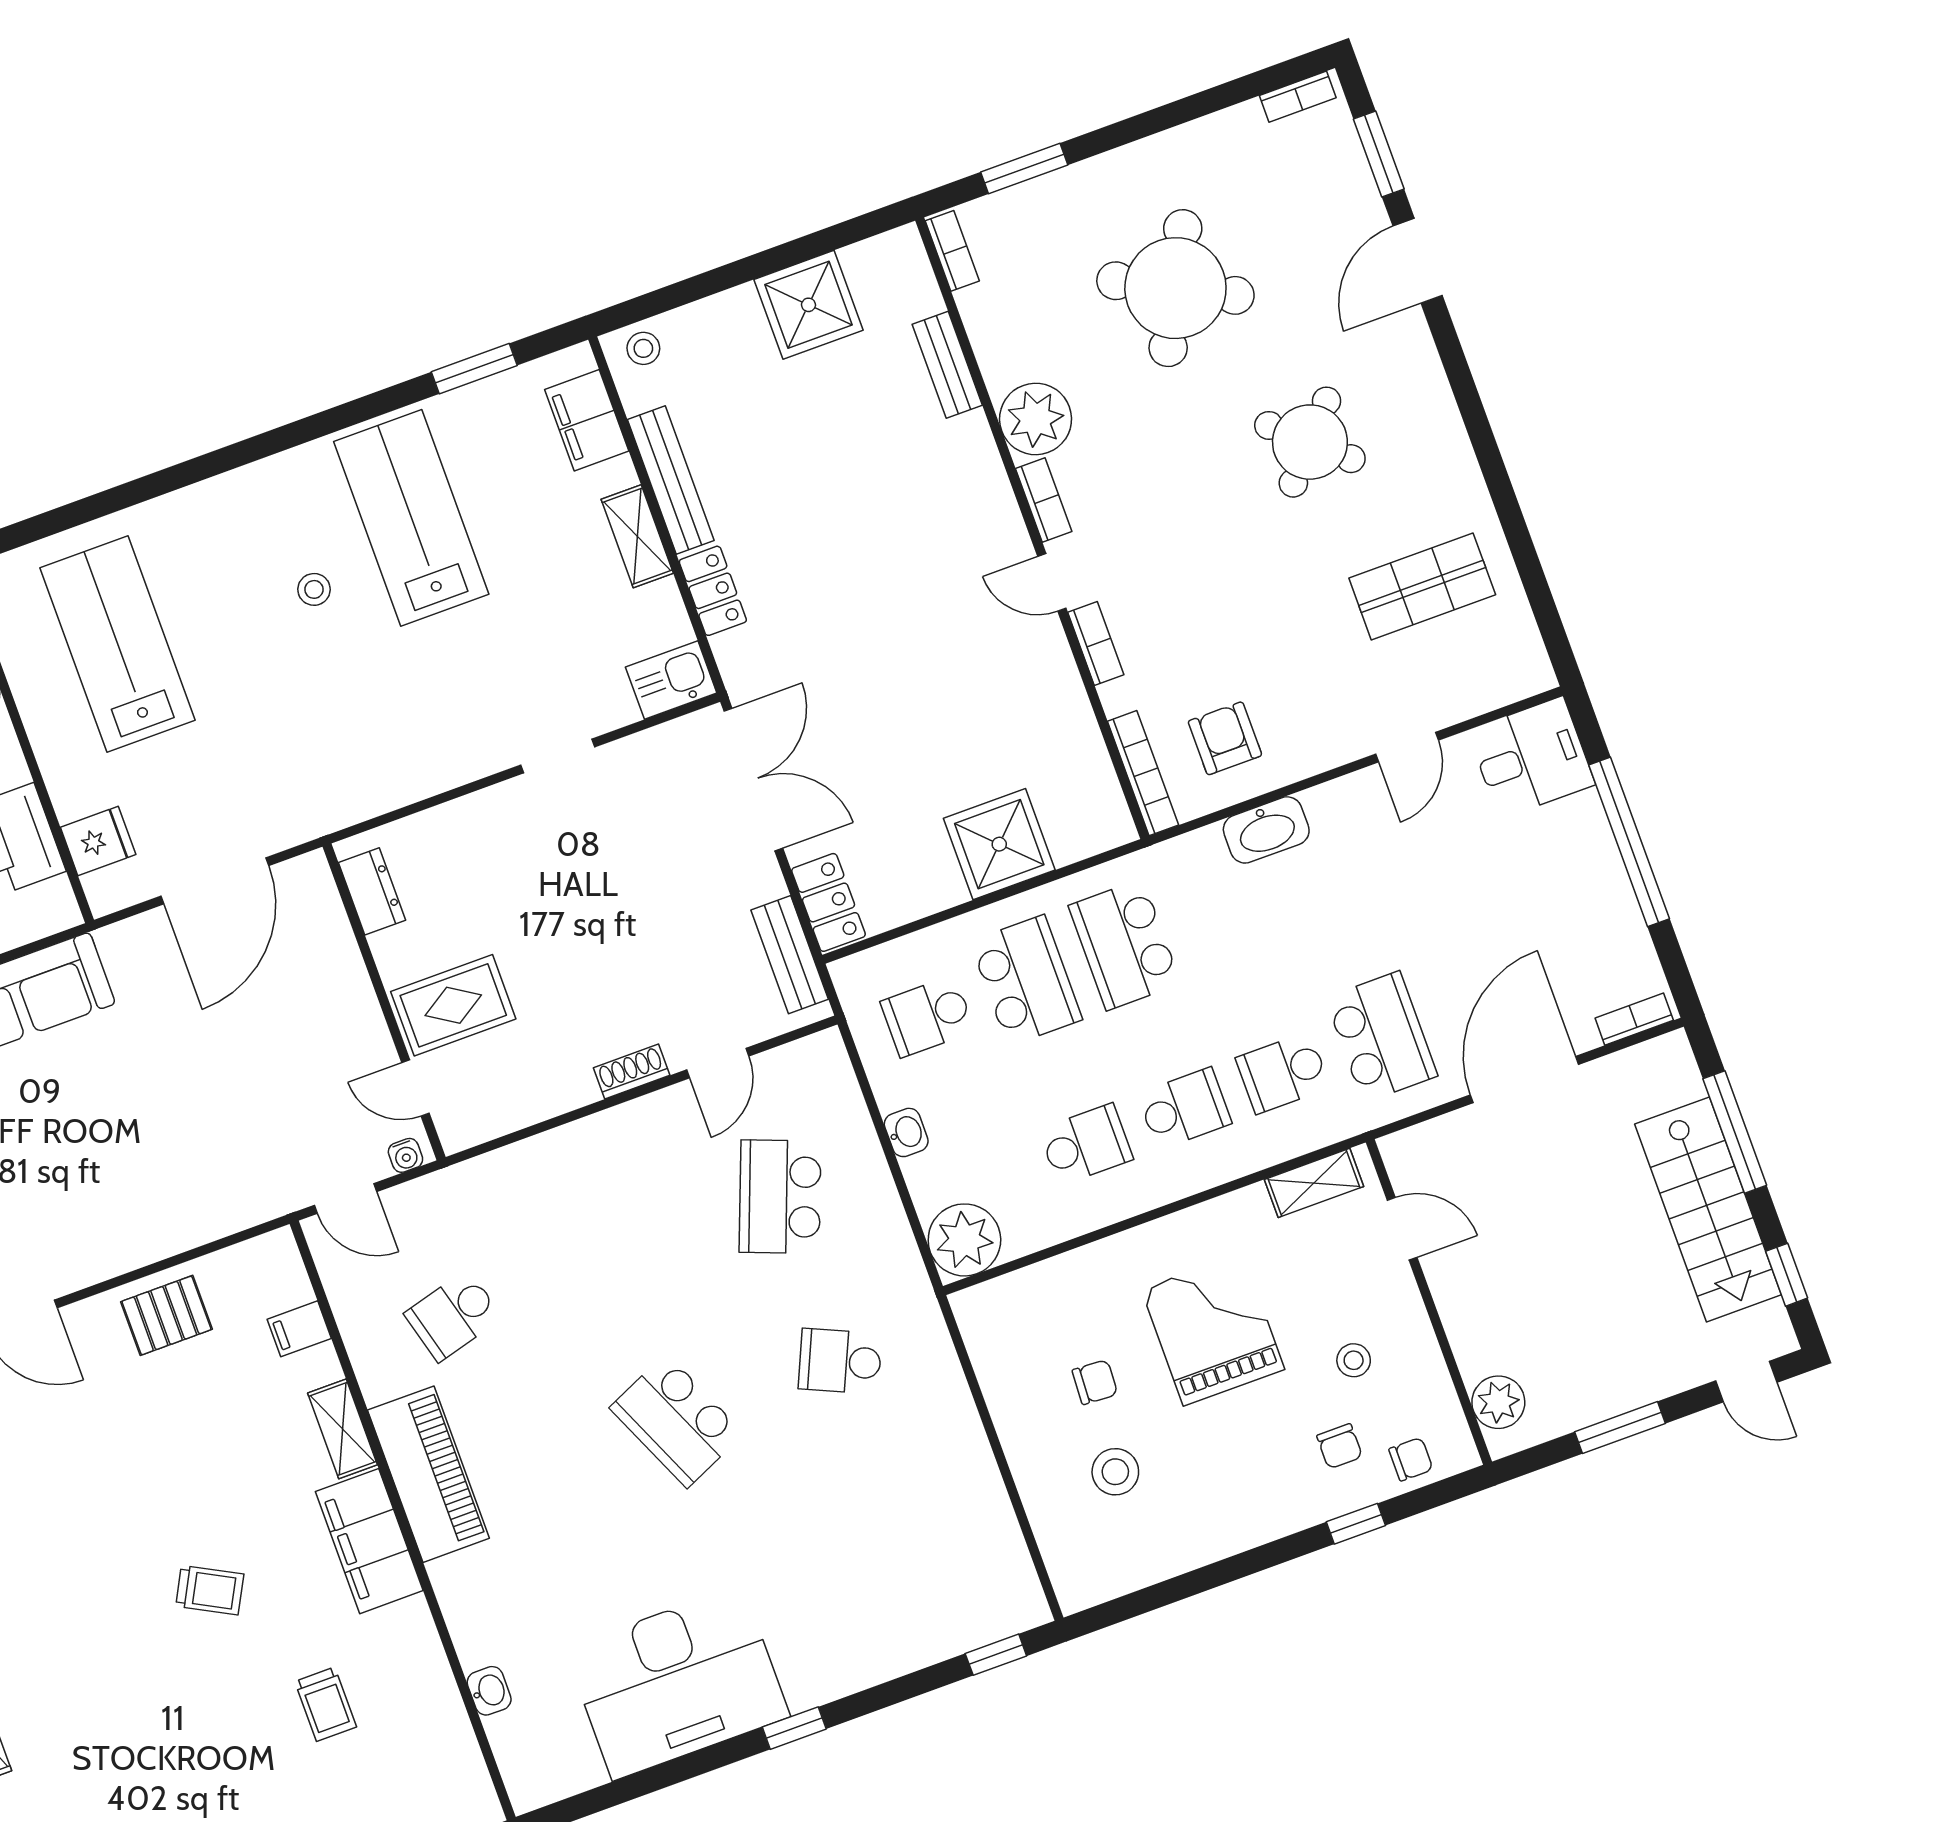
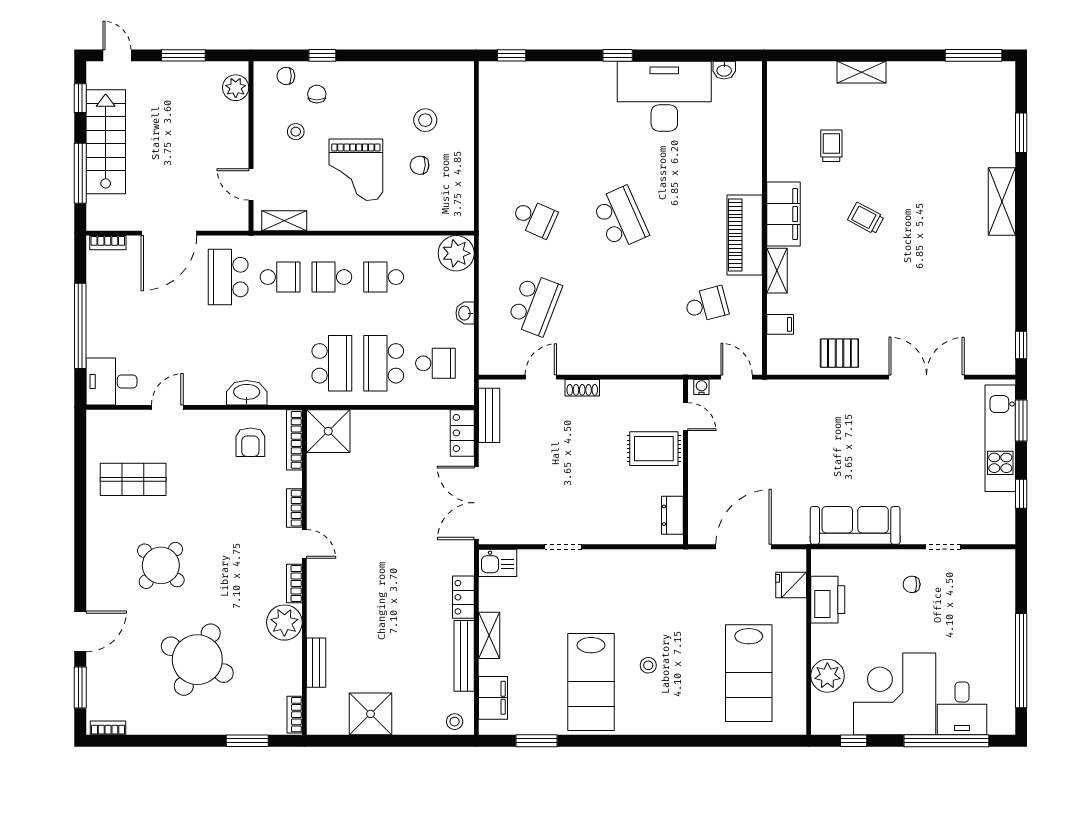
shower: (999, 844) -> (328, 431), moved
washbasin: (489, 1691) -> (724, 70), moved, turned -90

